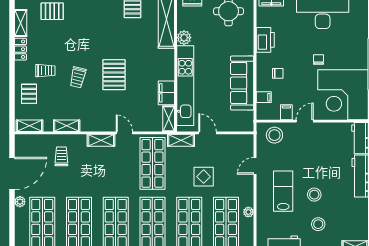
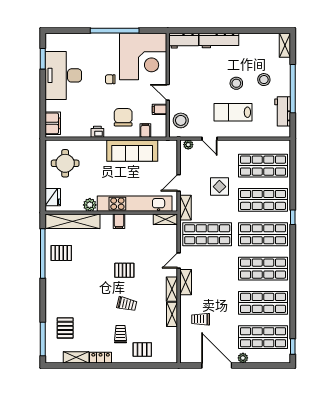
printer: (265, 40) -> (97, 132), width x0.53, depth x0.68
chair: (278, 73) -> (123, 117), width x1.87, depth x1.87
pallet: (114, 75) -> (124, 270), width x0.67, depth x0.71
filing cabinet: (166, 93) -> (119, 221), moved, width x0.50
shelving: (29, 126) -> (172, 289), moved
plant: (248, 212) -> (188, 145), moved

